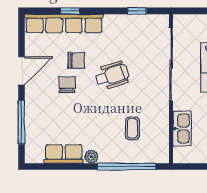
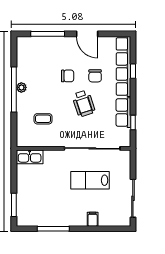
chair: (67, 85) -> (68, 76), moved
kitchen sink: (182, 129) -> (30, 157), moved
row of seats: (64, 154) -> (123, 113), moved, turned 180
window: (127, 167) -> (14, 90), moved

